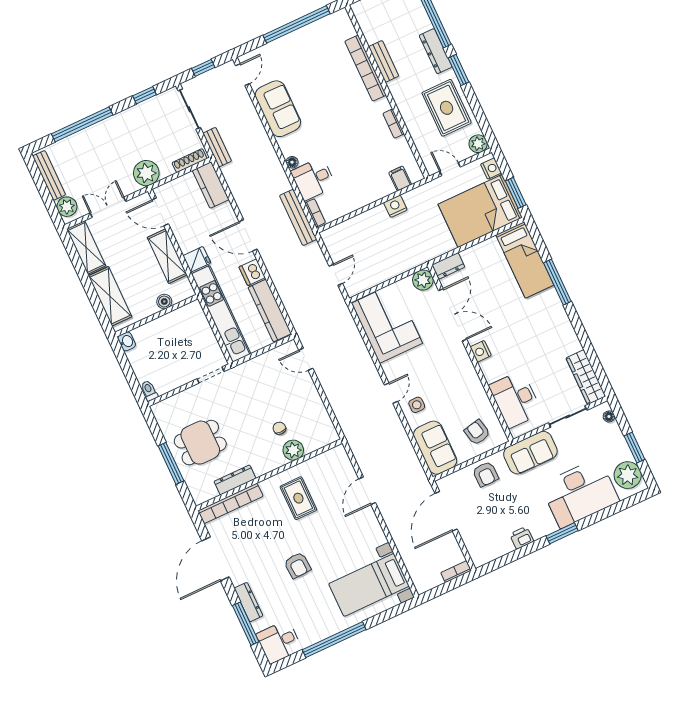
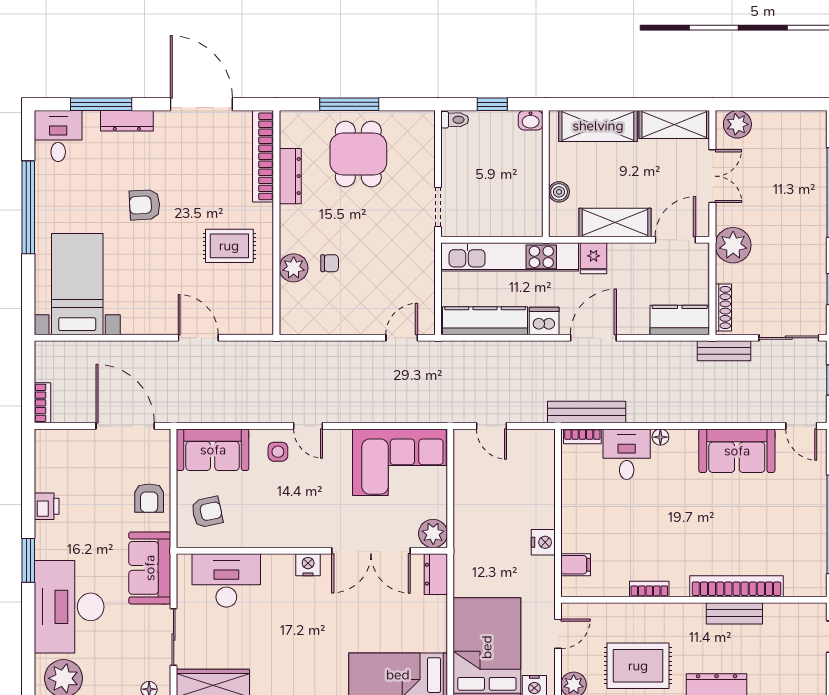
bench: (49, 175) -> (788, 120), removed
window: (128, 371) -> (492, 104), added
armchair: (485, 474) -> (149, 498), turned -90

